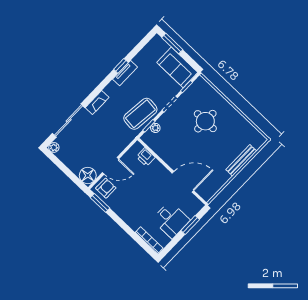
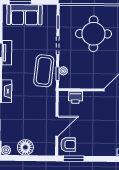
sofa: (177, 67) -> (25, 15), moved
round table: (205, 121) -> (93, 34), width x1.36, depth x1.36
floor lamp: (88, 175) -> (25, 147), moved
armchair: (106, 188) -> (68, 145), turned 90

